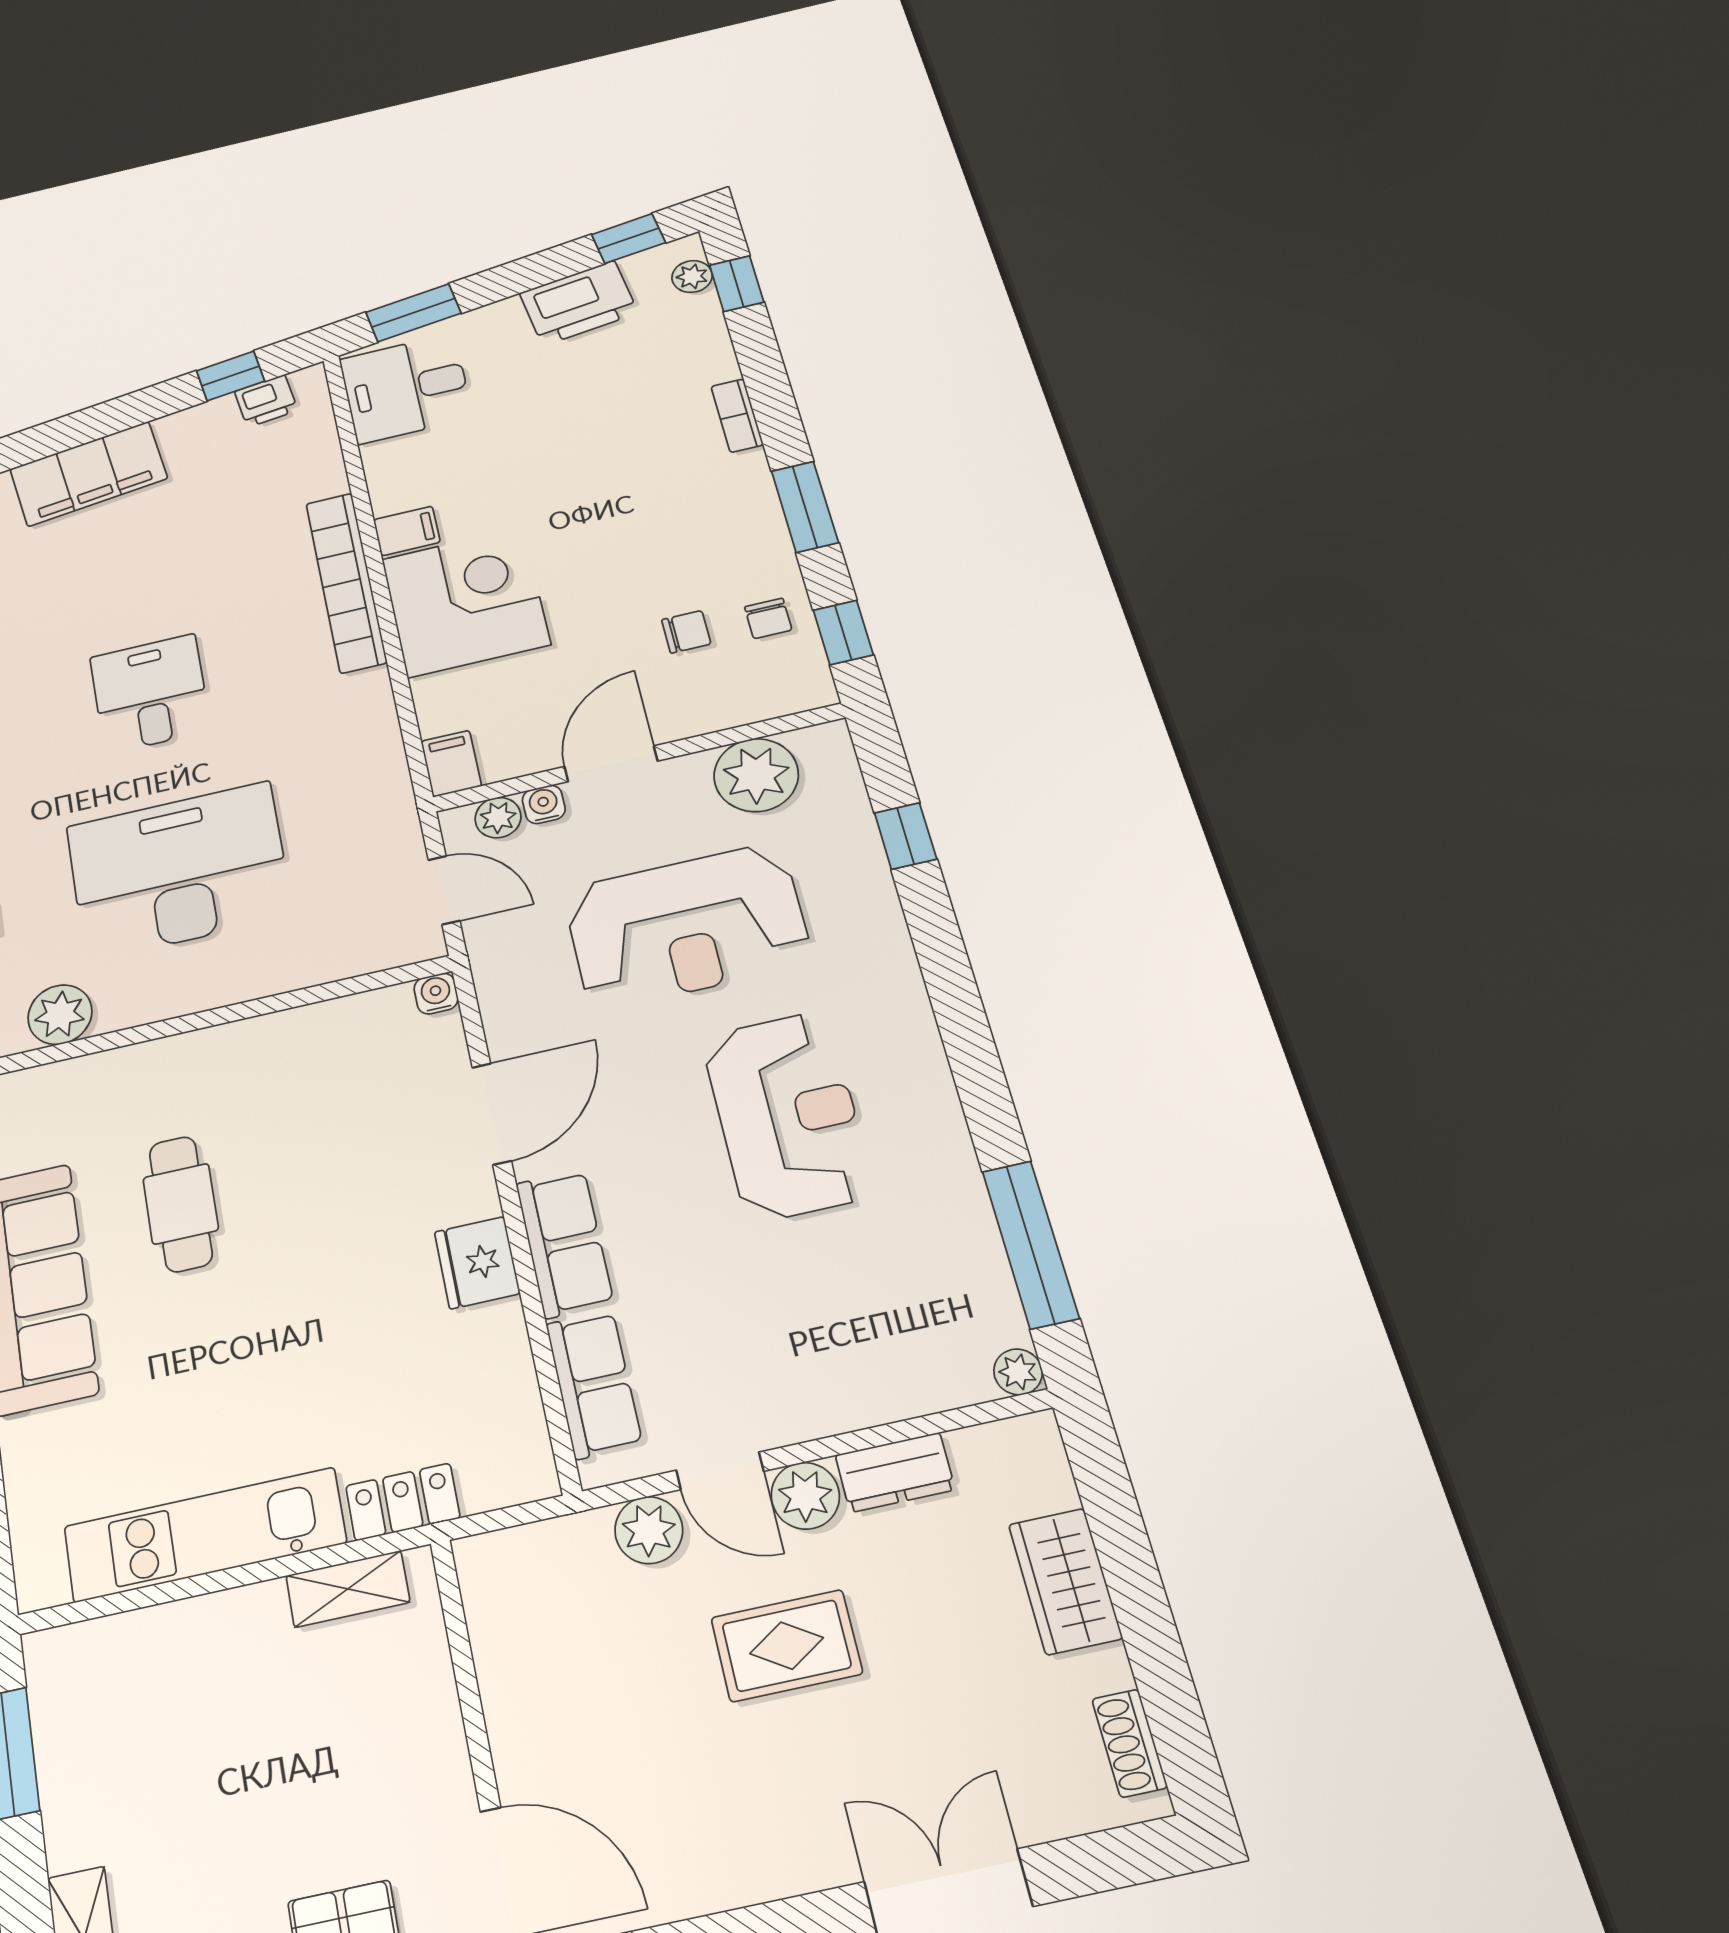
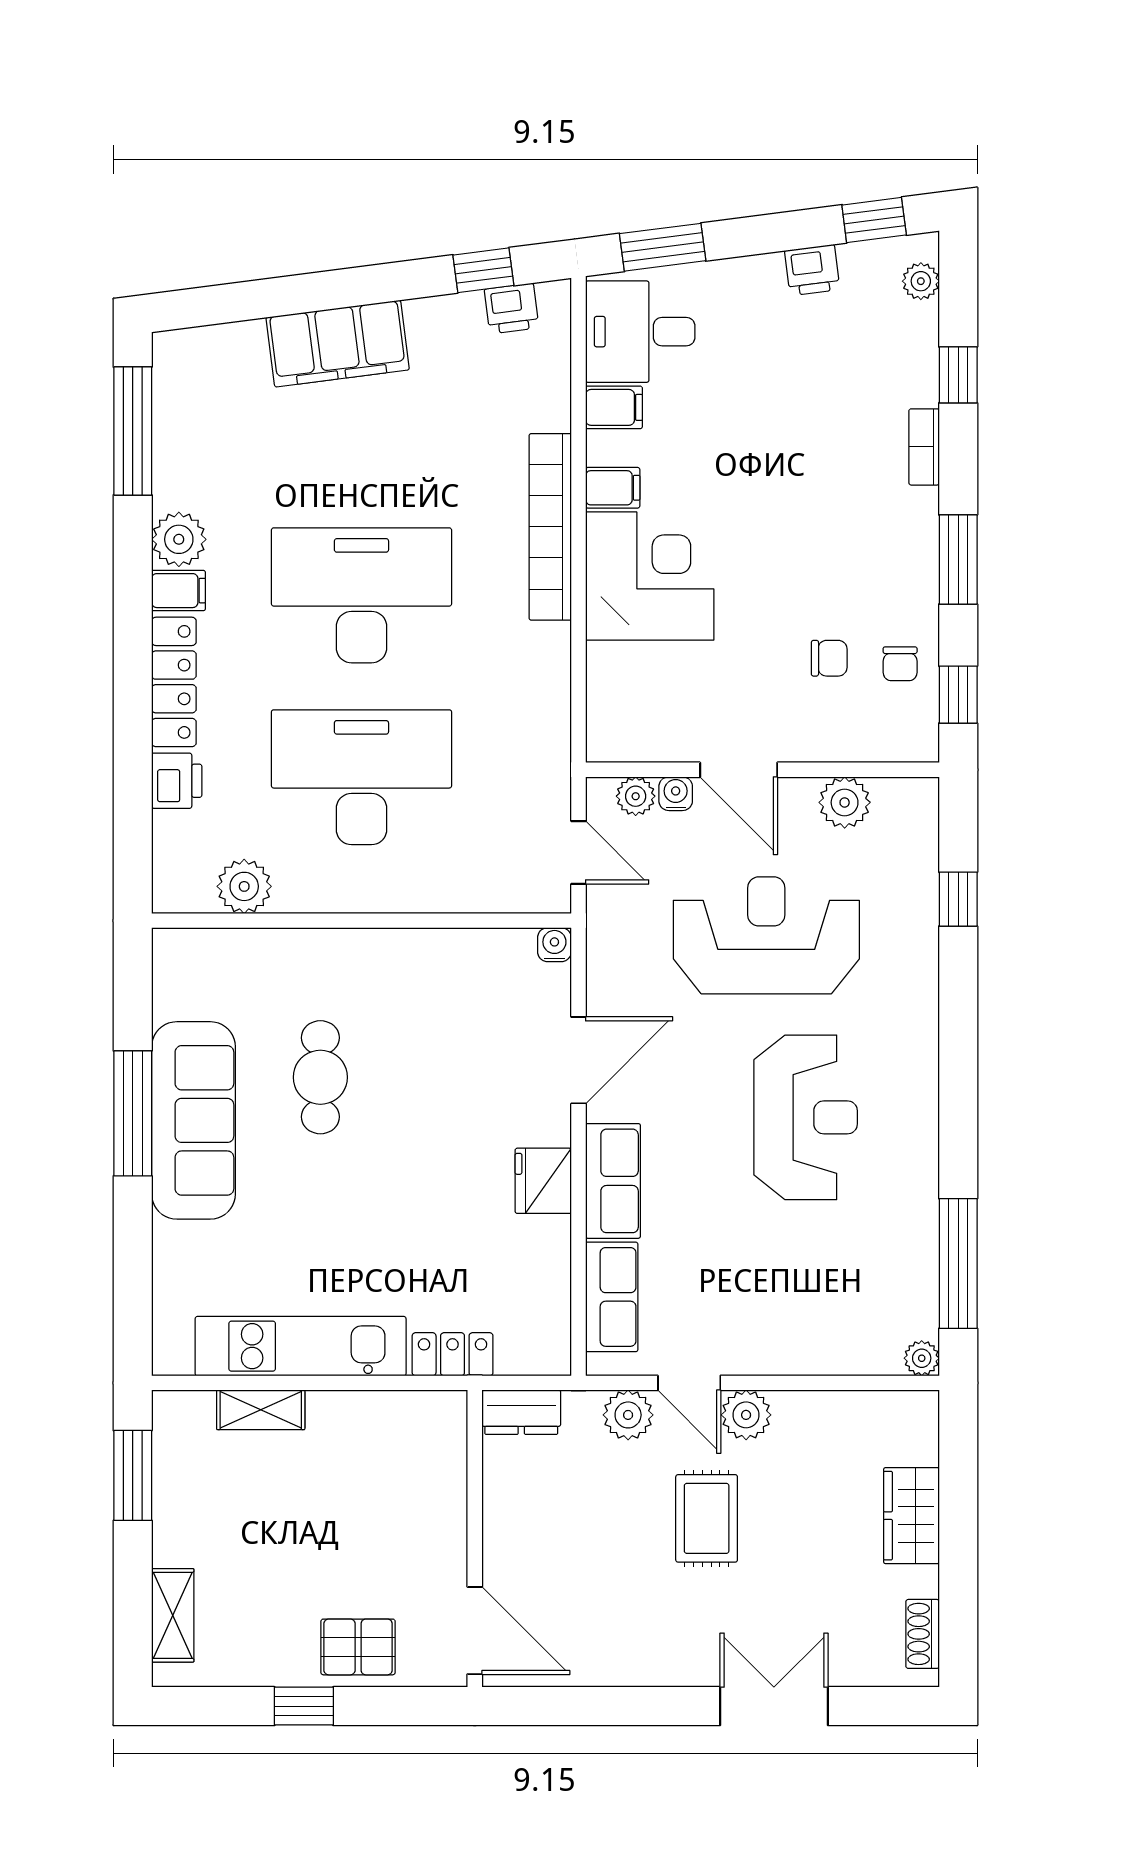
window: (737, 284) -> (958, 375), moved
printer: (579, 303) -> (812, 270), width x0.53, depth x0.68
desk: (150, 694) -> (361, 595), width x1.87, depth x1.30
filing cabinet: (451, 764) -> (614, 407), moved, turned 90
door: (611, 764) -> (739, 770), swing flipped
plant: (756, 775) -> (845, 802), width x0.73, depth x0.73
reception desk: (687, 926) -> (766, 935), turned 180
dresser: (895, 1472) -> (521, 1412), moved
shelving: (348, 1589) -> (261, 1410), moved
rug: (787, 1646) -> (707, 1518), turned 90

